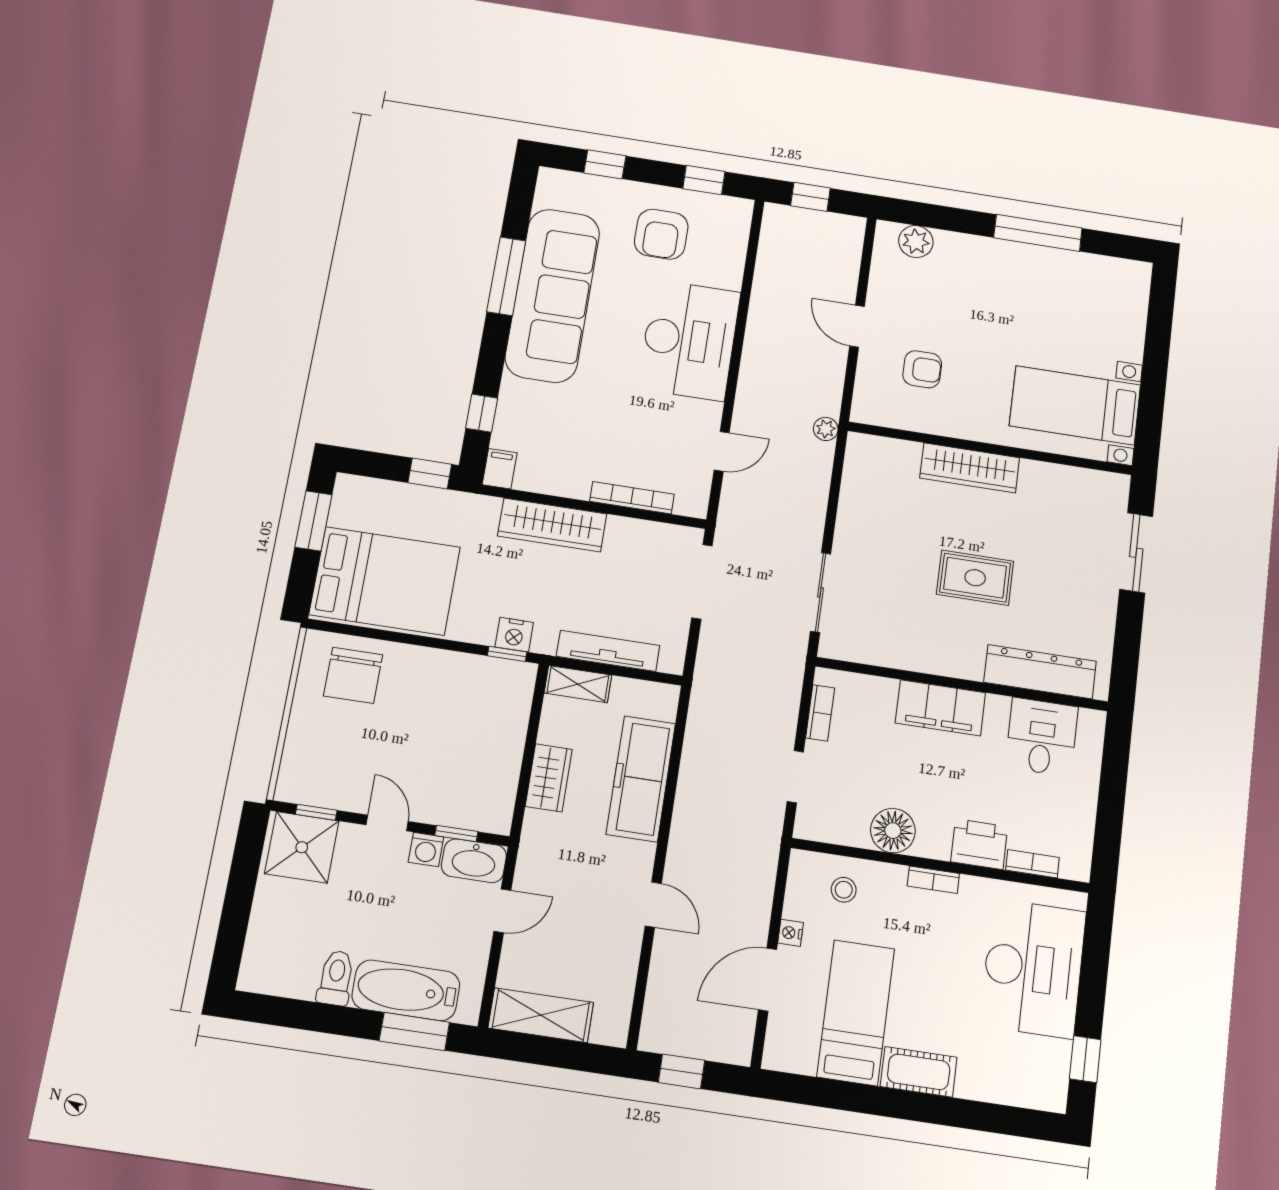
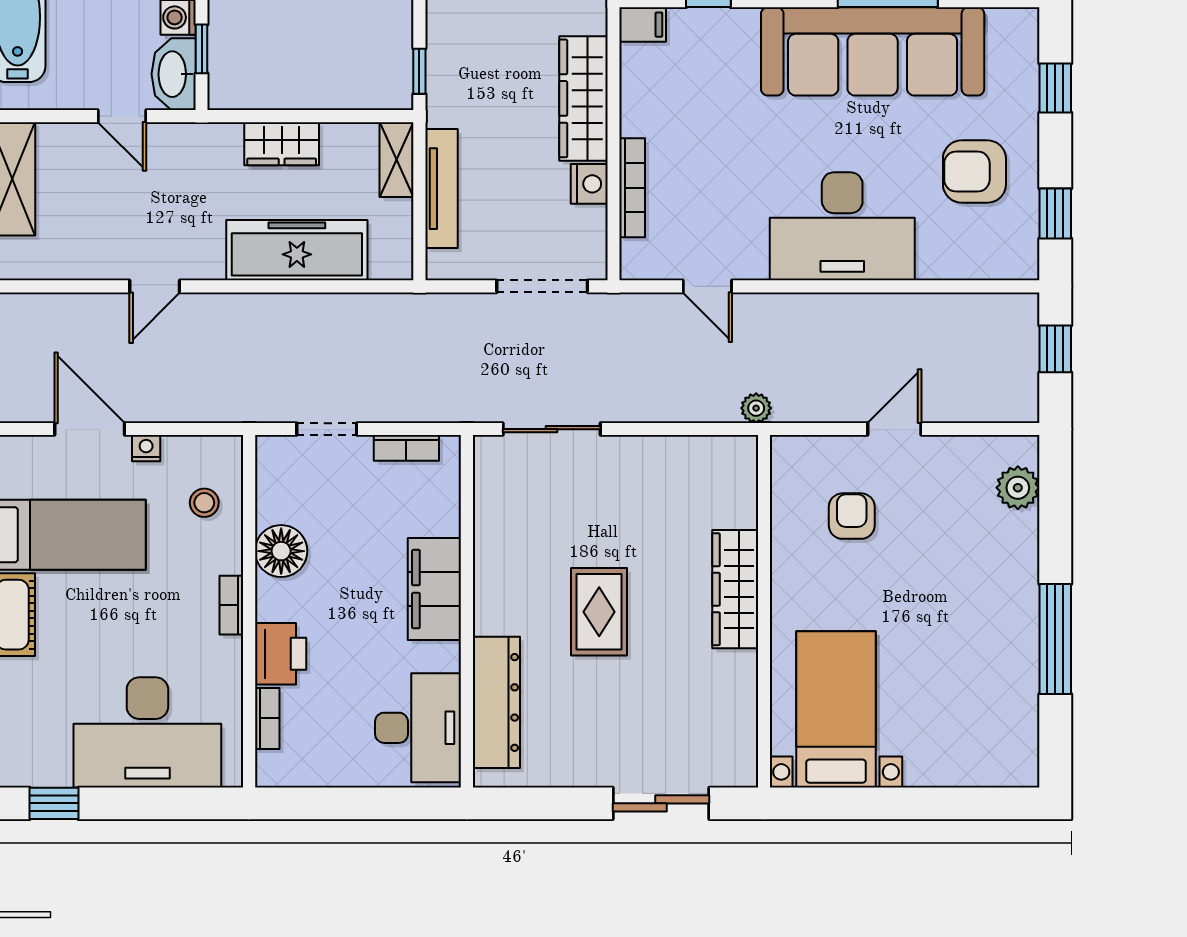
armchair: (922, 369) -> (852, 516), turned 180
nightstand: (514, 635) -> (589, 184), moved, turned 180
desk: (1042, 737) -> (418, 728), width x1.37

